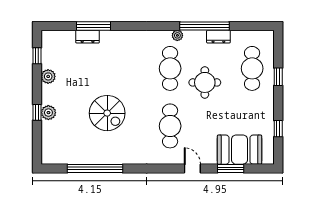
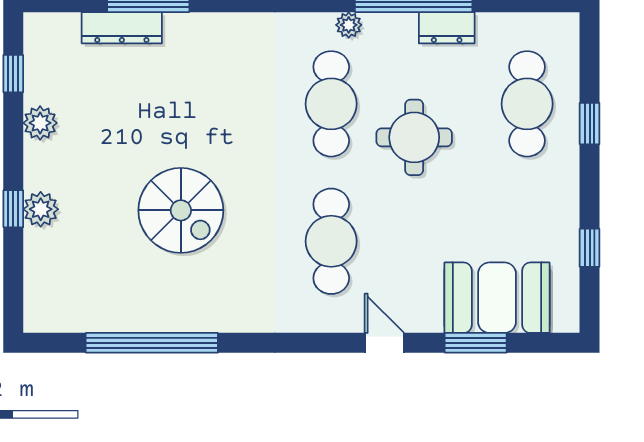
dresser: (88, 37) -> (122, 28), width x1.44

